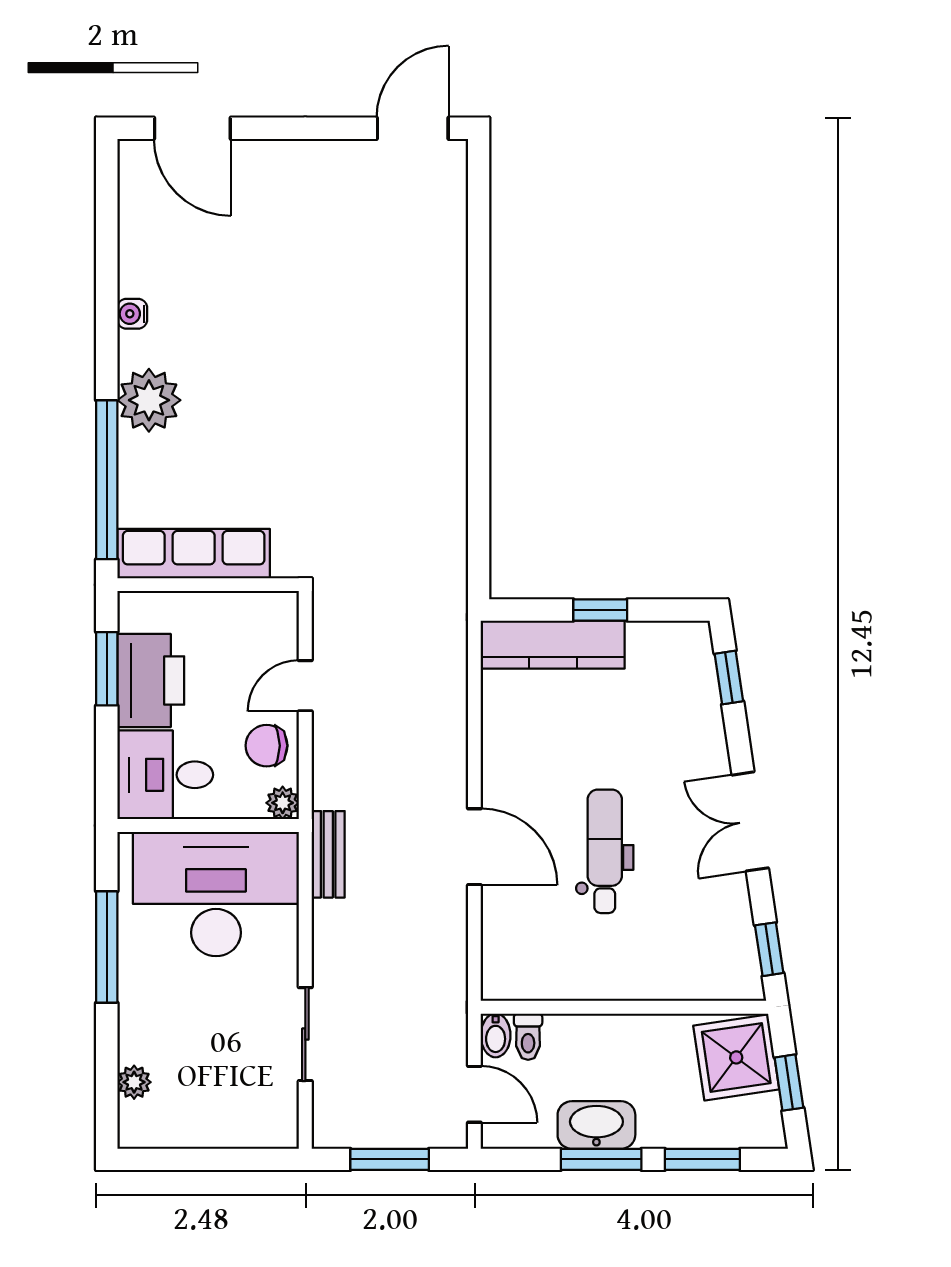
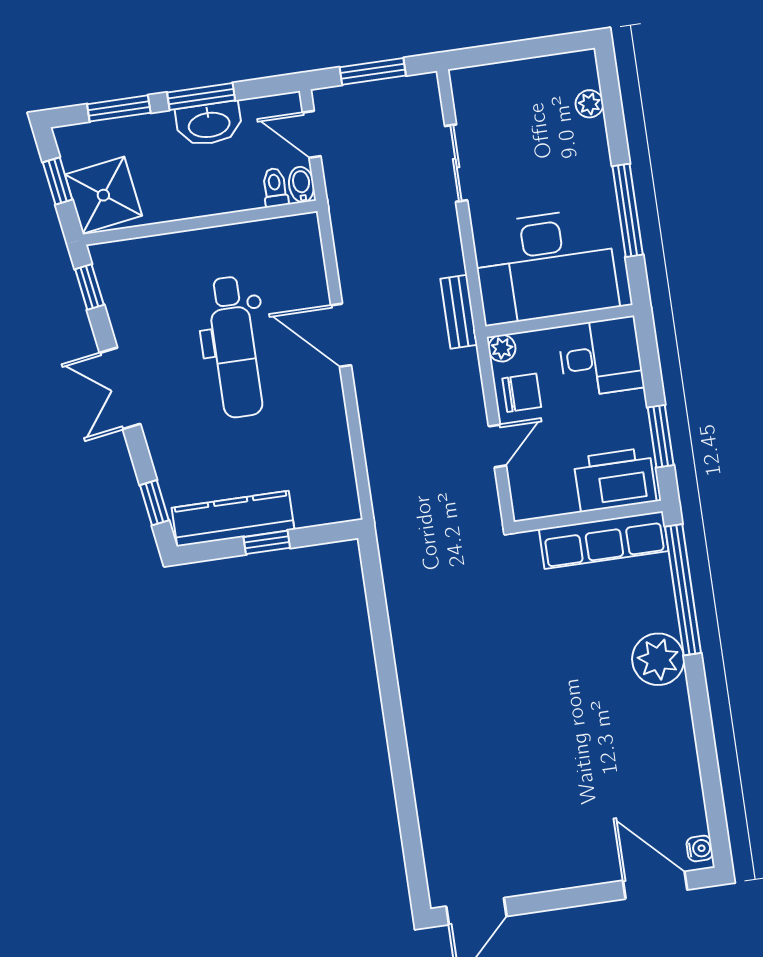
water cooler: (132, 314) -> (700, 848), moved
kitchen counter: (553, 645) -> (233, 519), moved
printer: (151, 680) -> (615, 480), moved, turned 90
double door: (750, 821) -> (120, 388), swing flipped
dental chair: (605, 851) -> (235, 347), width x1.36, depth x1.38

